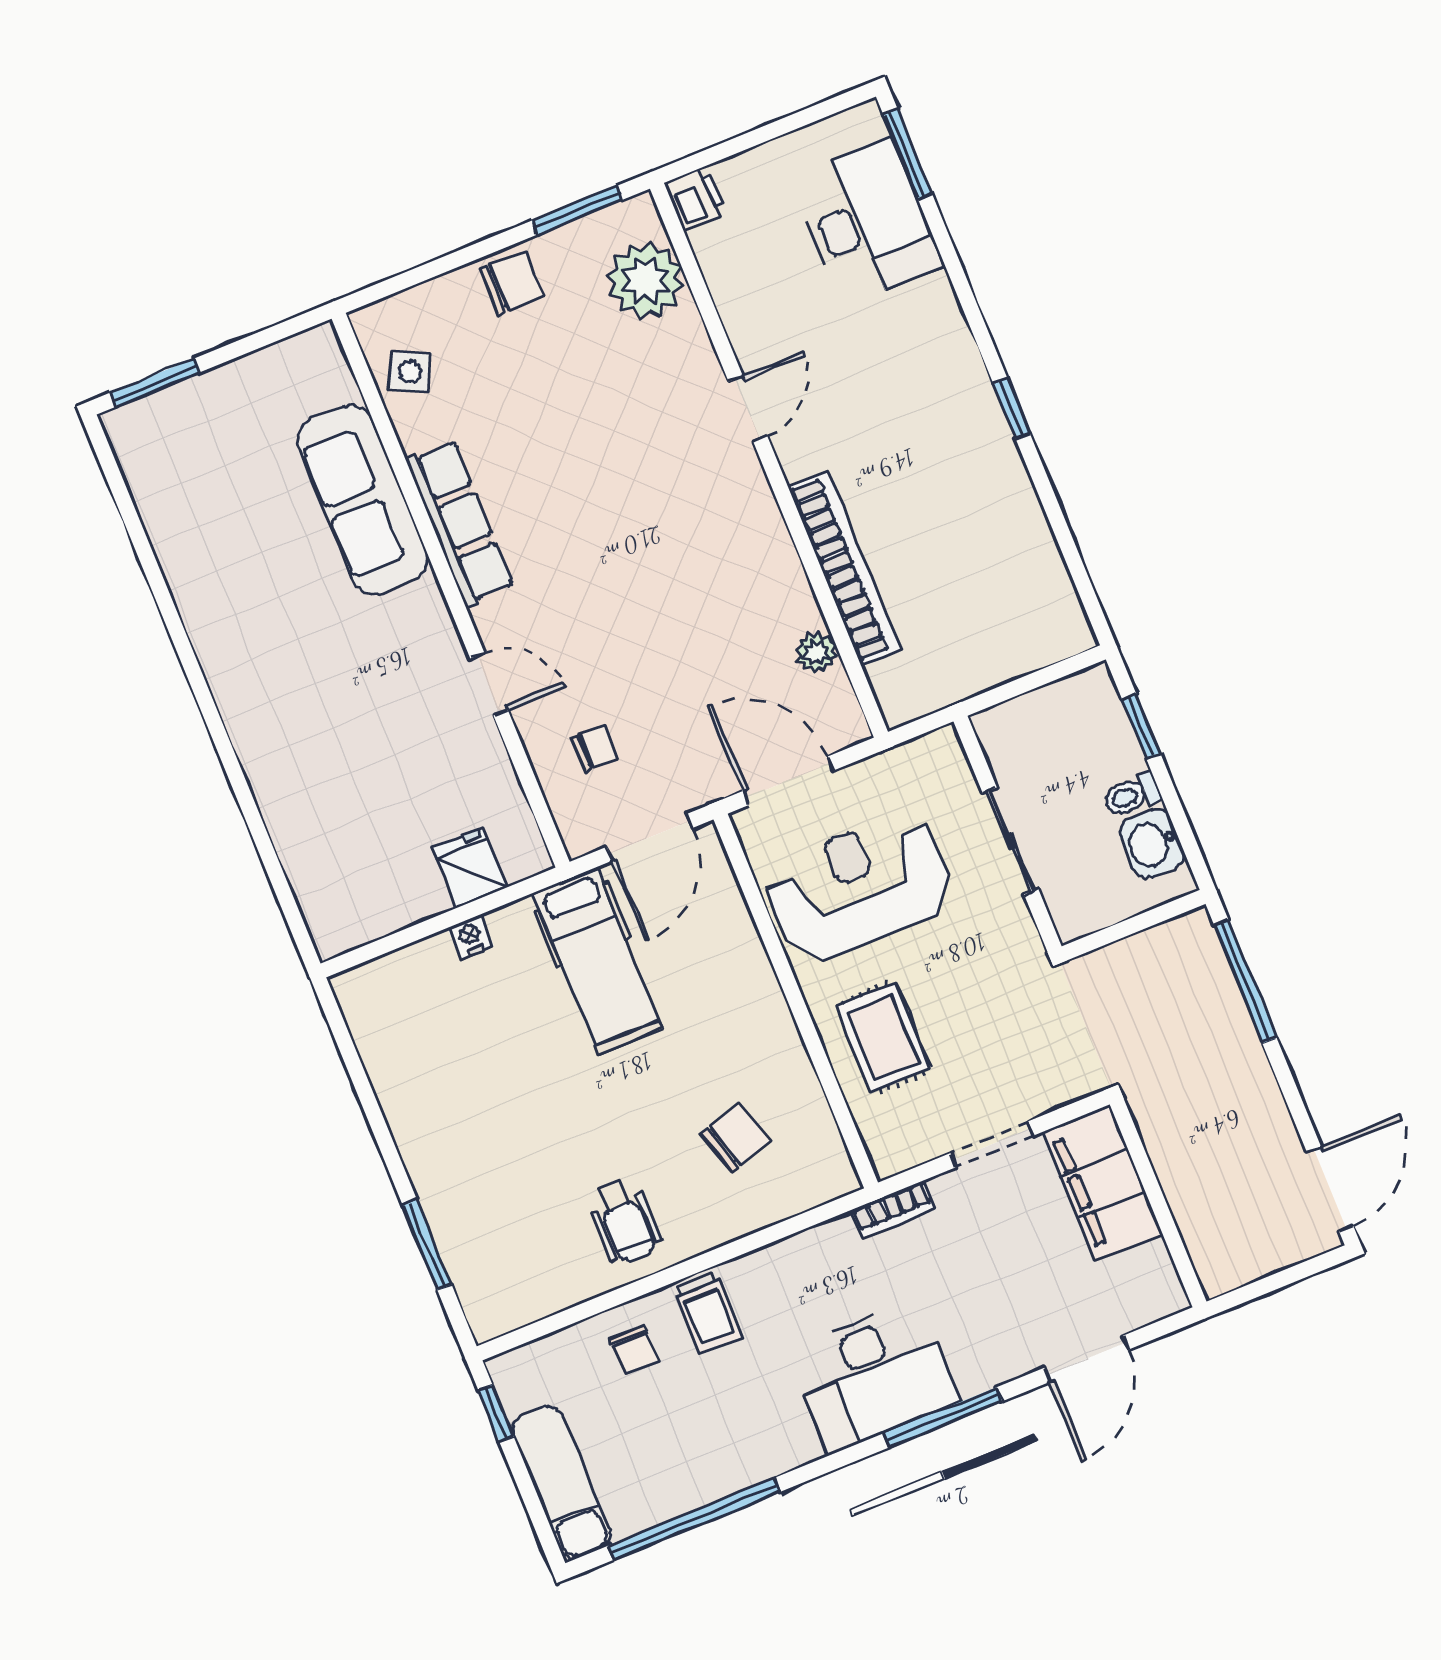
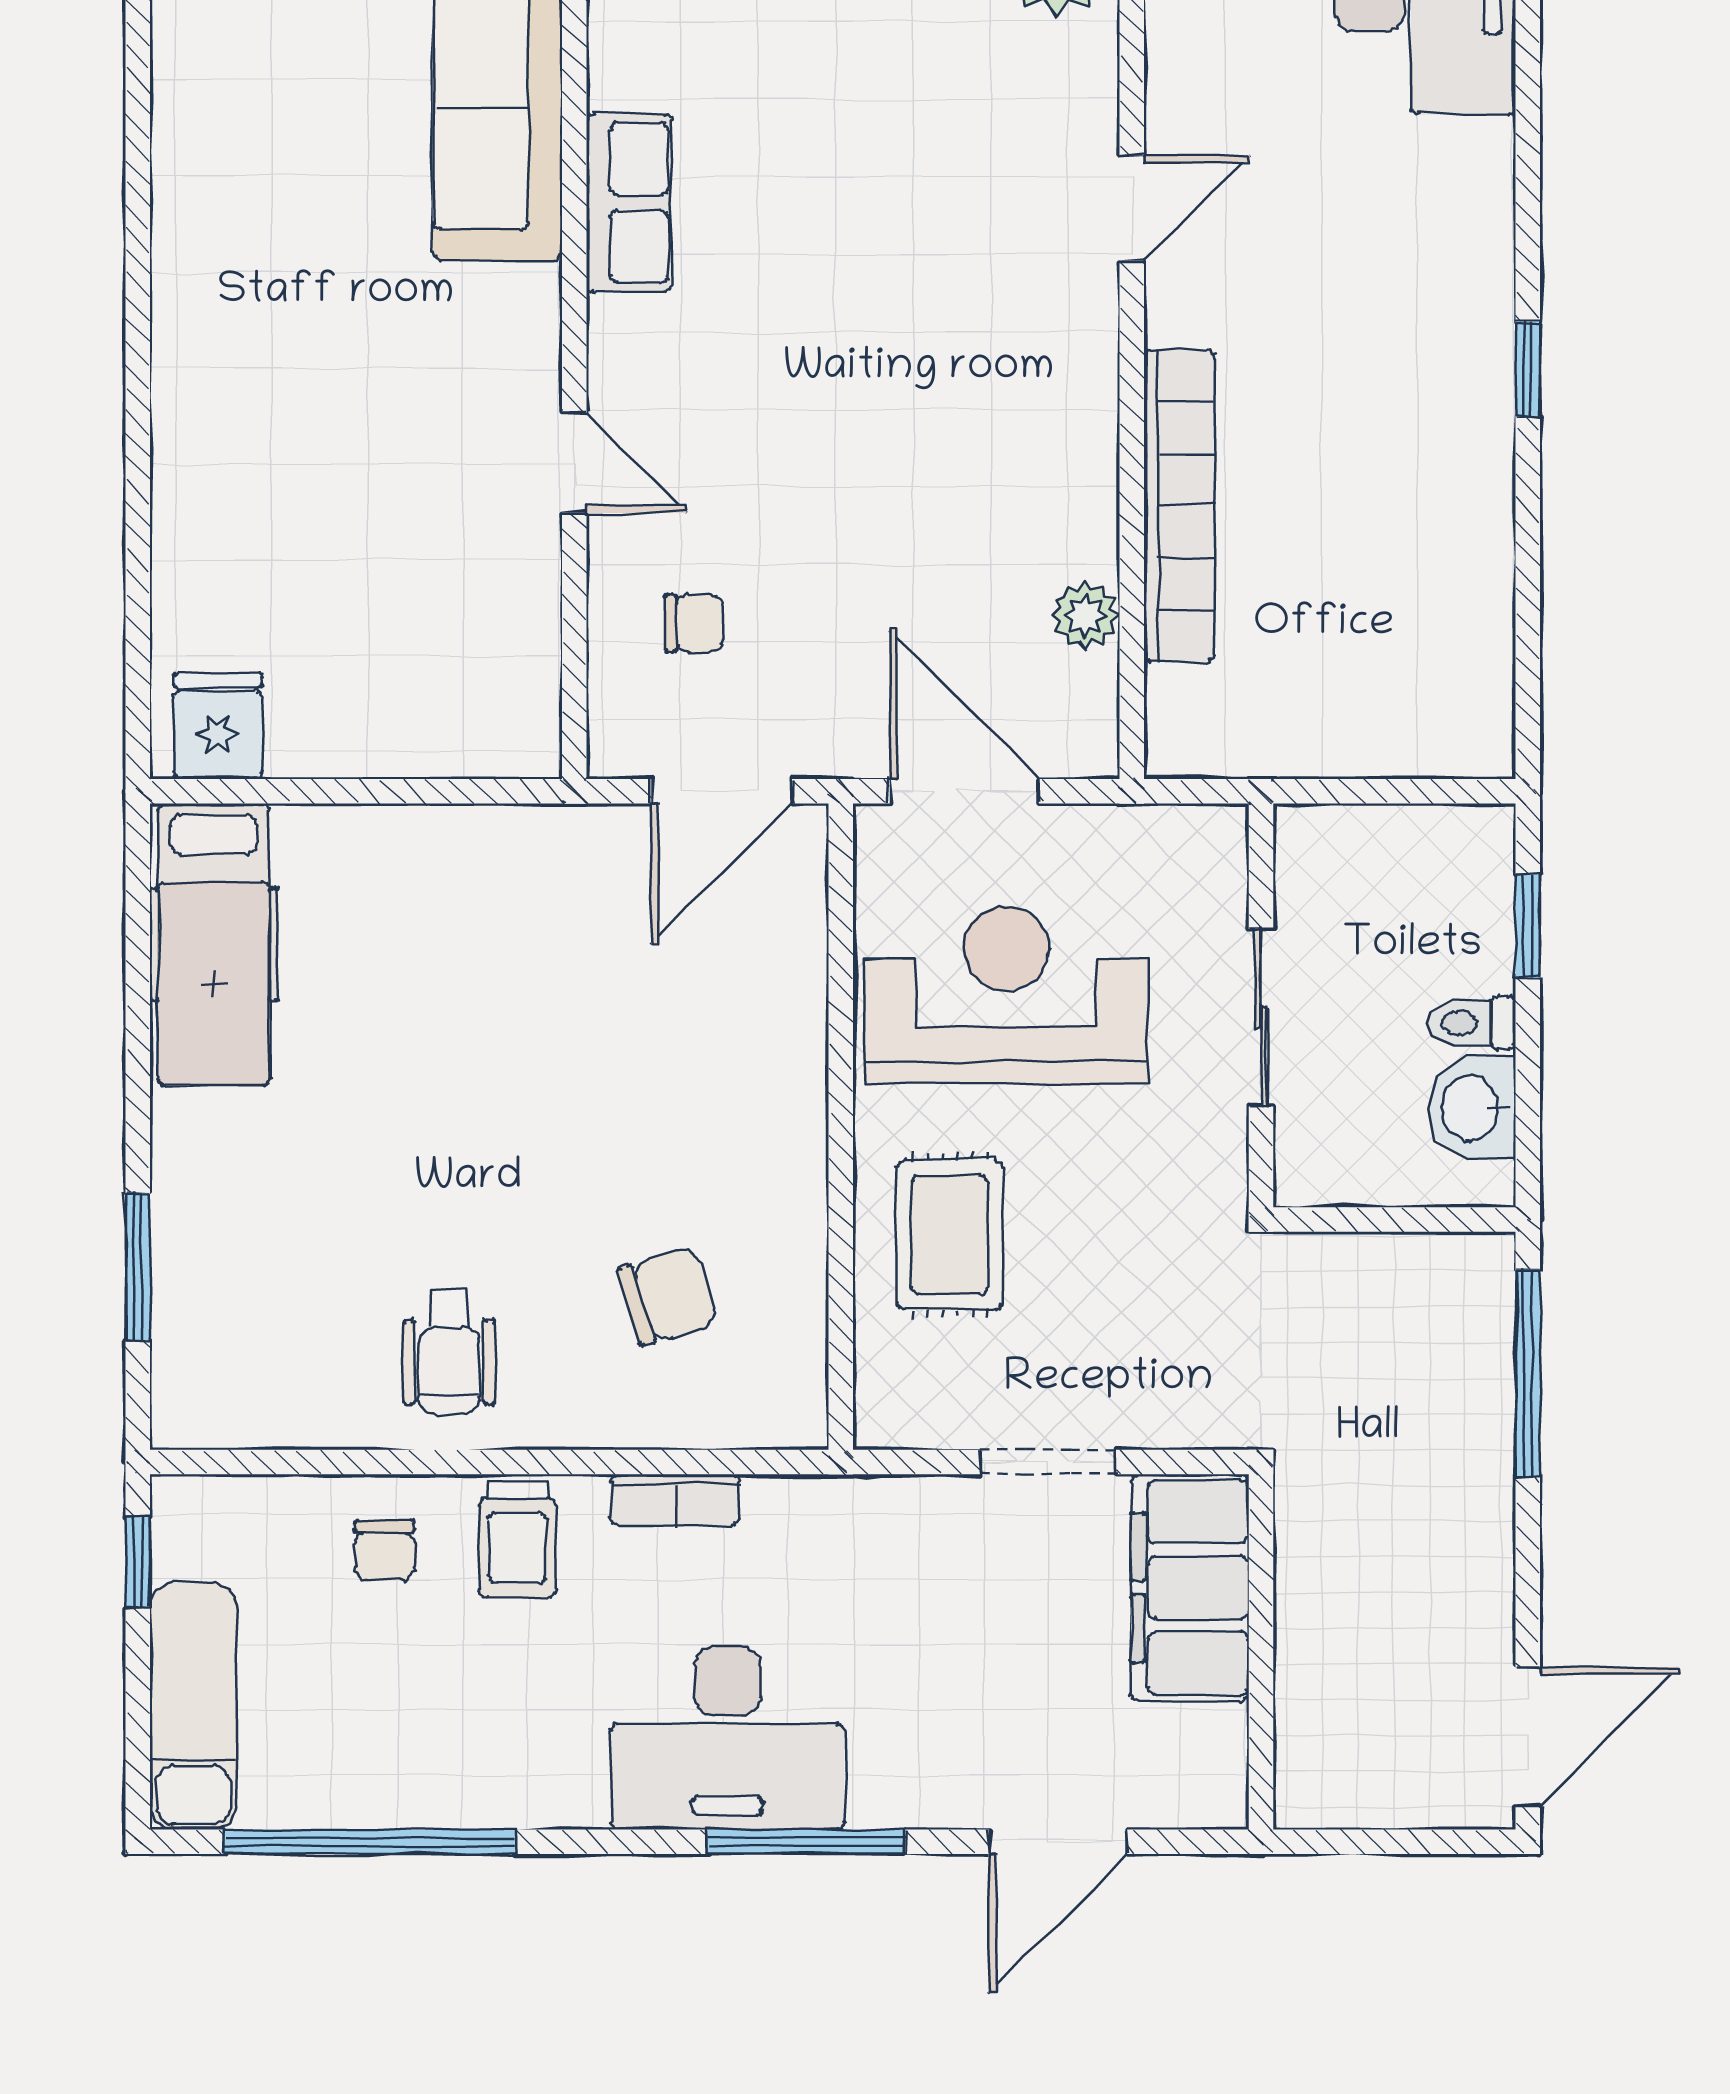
row of seats: (460, 523) -> (629, 203), width x0.68
fridge: (470, 867) -> (218, 726), moved
nightstand: (471, 937) -> (392, 831), removed
hospital bed: (597, 961) -> (214, 944), moved
bookcase: (893, 1210) -> (675, 1500), moved

